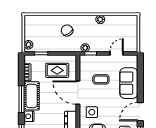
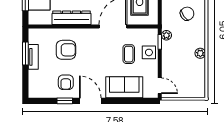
door: (117, 53) -> (160, 86), moved
side table: (92, 112) -> (149, 52), moved

